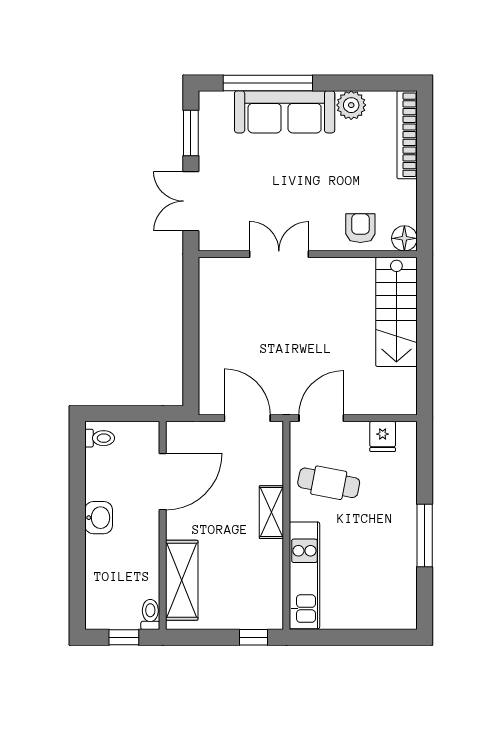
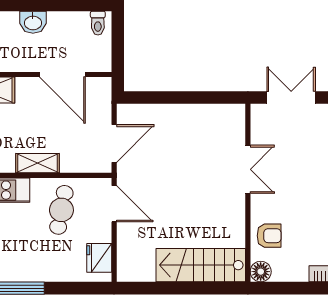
fridge: (383, 436) -> (99, 258), width x1.38

